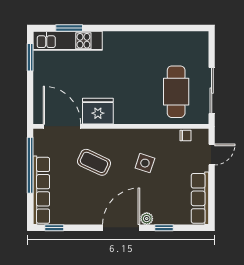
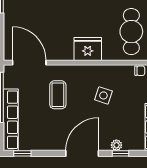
fridge: (98, 111) -> (88, 49), moved
coffee table: (94, 162) -> (58, 95), turned 65
plant: (147, 219) -> (116, 145), moved

